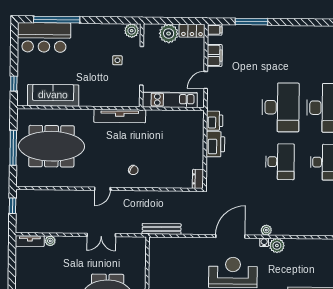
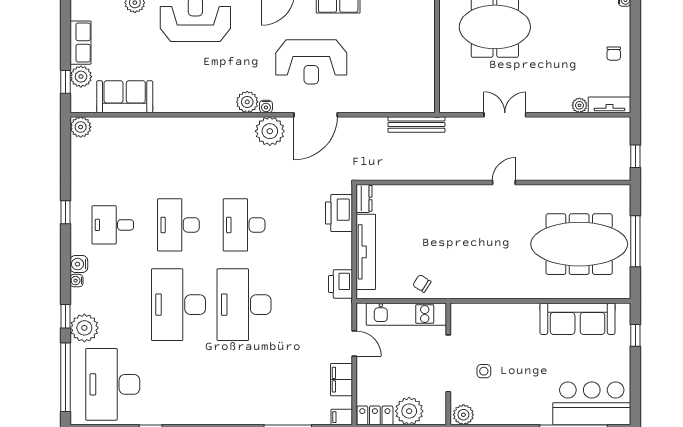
door: (206, 80) -> (354, 343), hinge flipped
tv unit: (120, 116) -> (366, 252), moved, turned 90
printer: (215, 144) -> (339, 213), moved
chair: (133, 170) -> (422, 283), moved
plant: (266, 230) -> (270, 131), width x1.88, depth x1.88
chair: (27, 276) -> (614, 54), added

